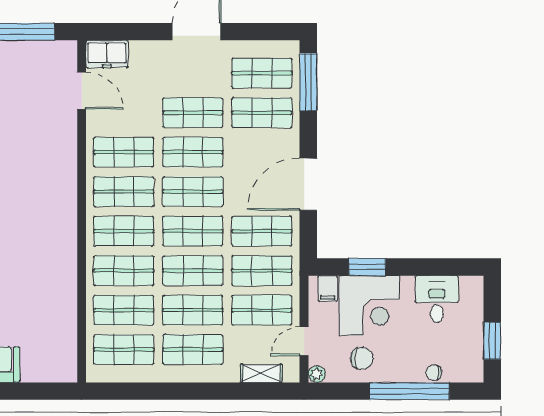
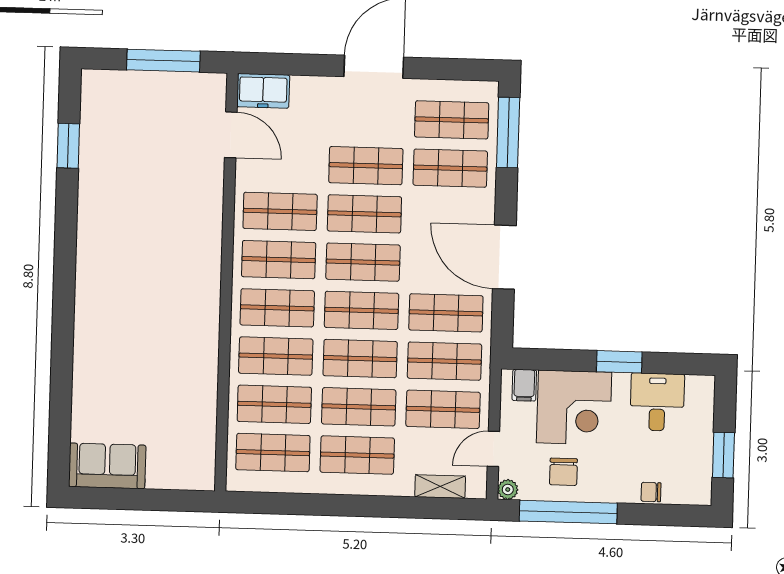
door: (308, 184) -> (504, 257), hinge flipped
window: (367, 267) -> (619, 362), moved
chair: (362, 358) -> (563, 472), turned 90
window: (409, 391) -> (568, 512), moved

